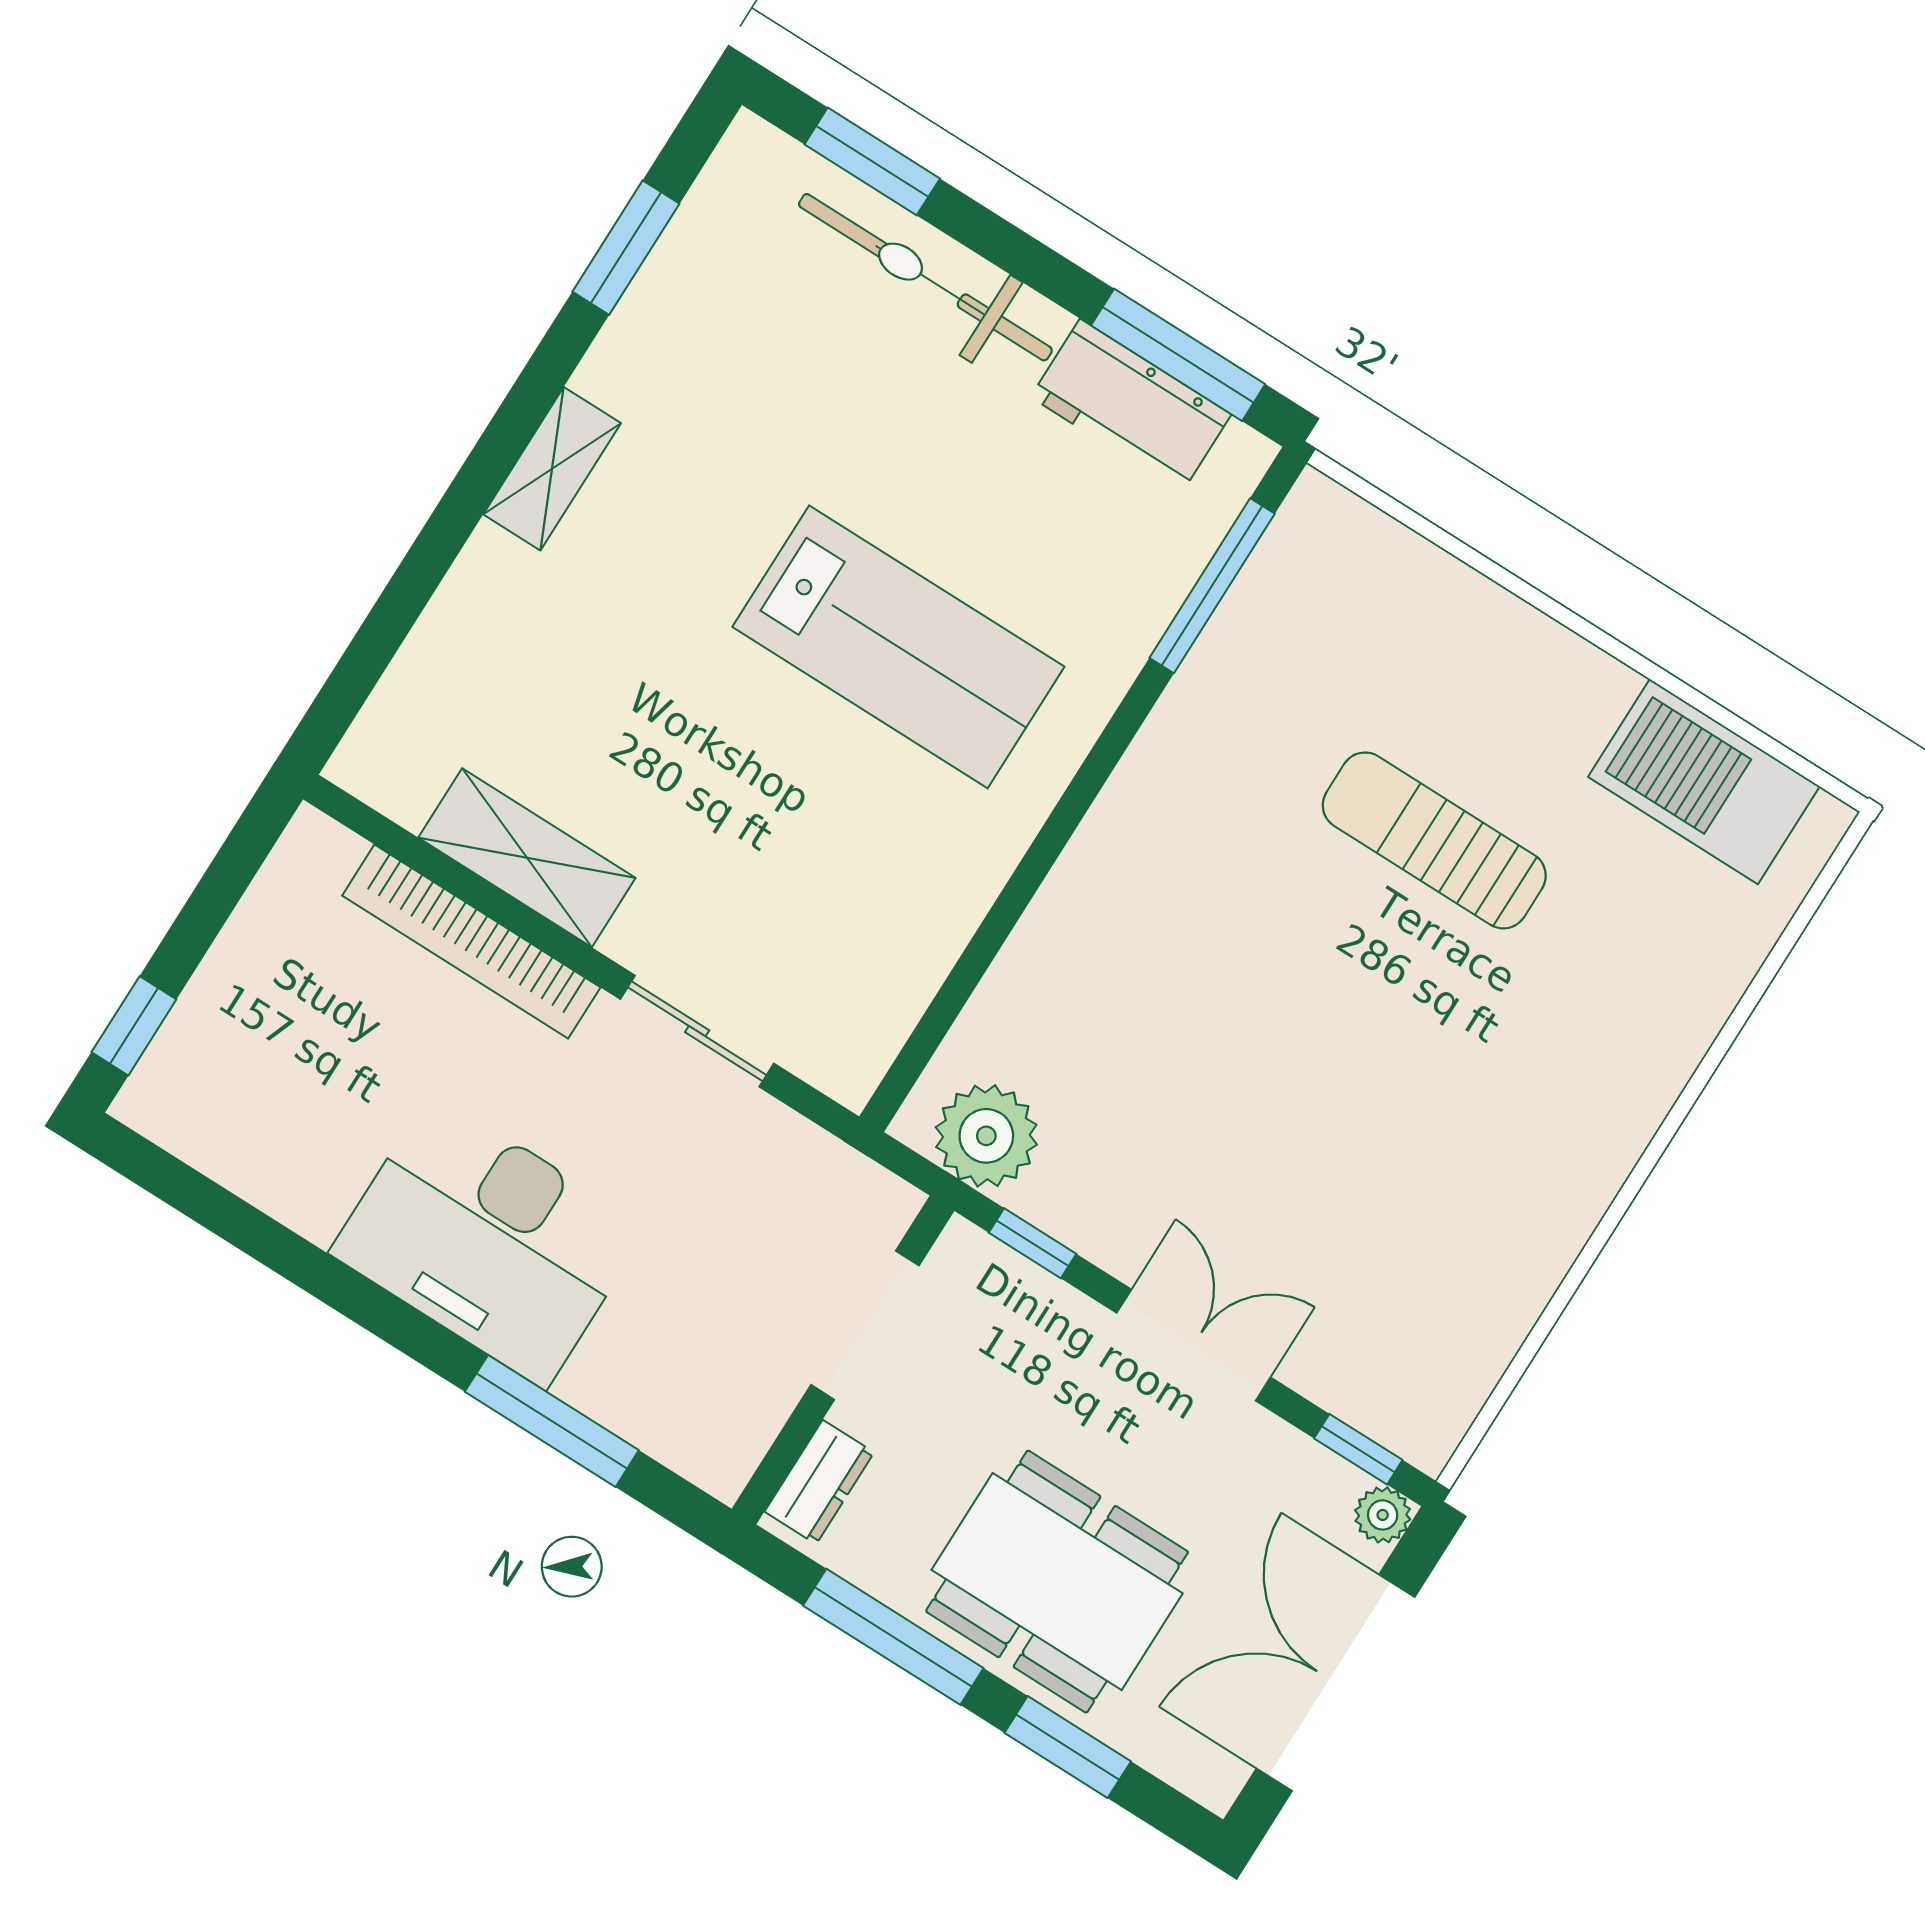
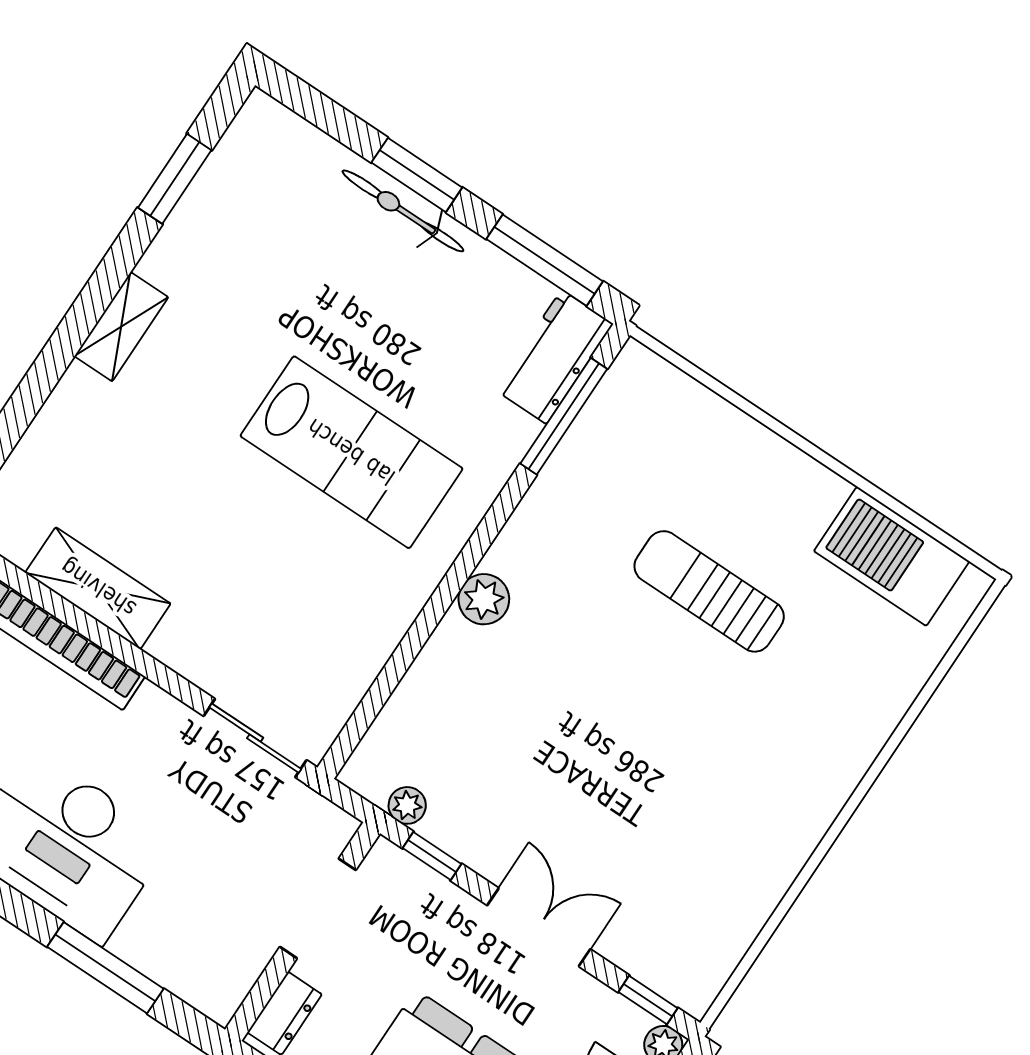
window: (872, 161) -> (417, 175), moved
bicycle: (925, 277) -> (403, 211), width x0.73, depth x0.71
workbench: (1131, 406) -> (554, 357), moved, turned 90
plant: (1100, 860) -> (484, 599), added
sliding door: (697, 1031) -> (255, 738), moved
plant: (986, 1136) -> (407, 805), width x0.53, depth x0.53

